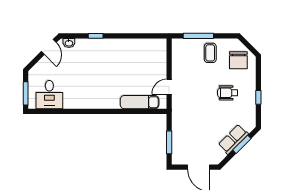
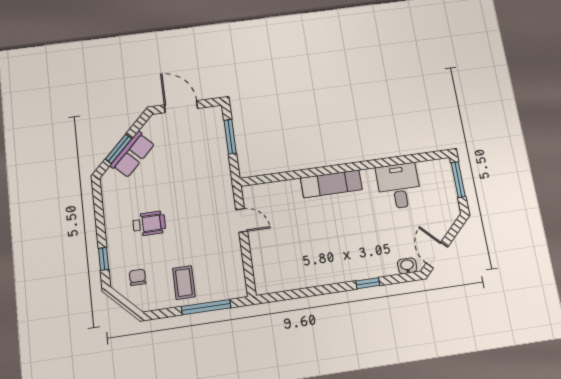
chair: (238, 60) -> (138, 277), width x0.54, depth x0.54
door: (169, 87) -> (242, 220), hinge flipped
desk: (49, 95) -> (399, 186), moved
window: (258, 97) -> (104, 259), moved
exam couch: (140, 102) -> (331, 184), moved

